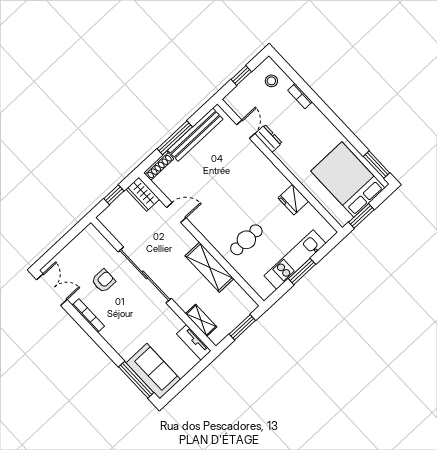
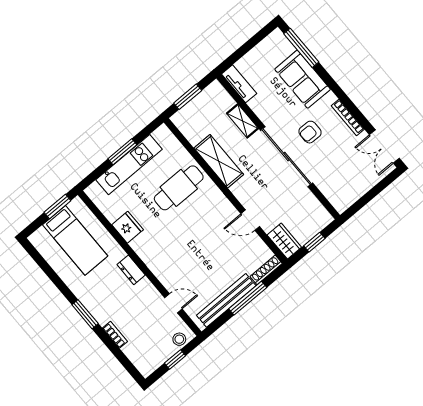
stool: (271, 81) -> (179, 339), moved
door: (246, 129) -> (173, 303), swing flipped
dresser: (268, 138) -> (131, 270), moved
window: (377, 165) -> (85, 314), moved
bed: (348, 180) -> (75, 240), width x0.67
cafe table: (246, 240) -> (179, 188), width x1.37, depth x1.35
armchair: (103, 281) -> (310, 132), moved
shelving: (201, 320) -> (242, 121), moved
sofa: (153, 371) -> (303, 79), moved

